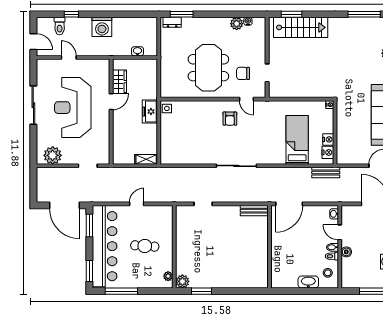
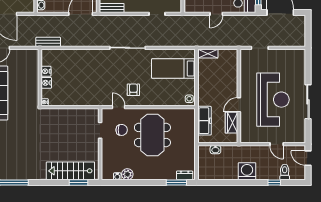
freezer: (150, 111) -> (204, 121), moved, width x1.40
bed: (297, 140) -> (173, 68), moved, turned 90
nightstand: (328, 152) -> (46, 83), moved
plant: (53, 155) -> (291, 57), removed

